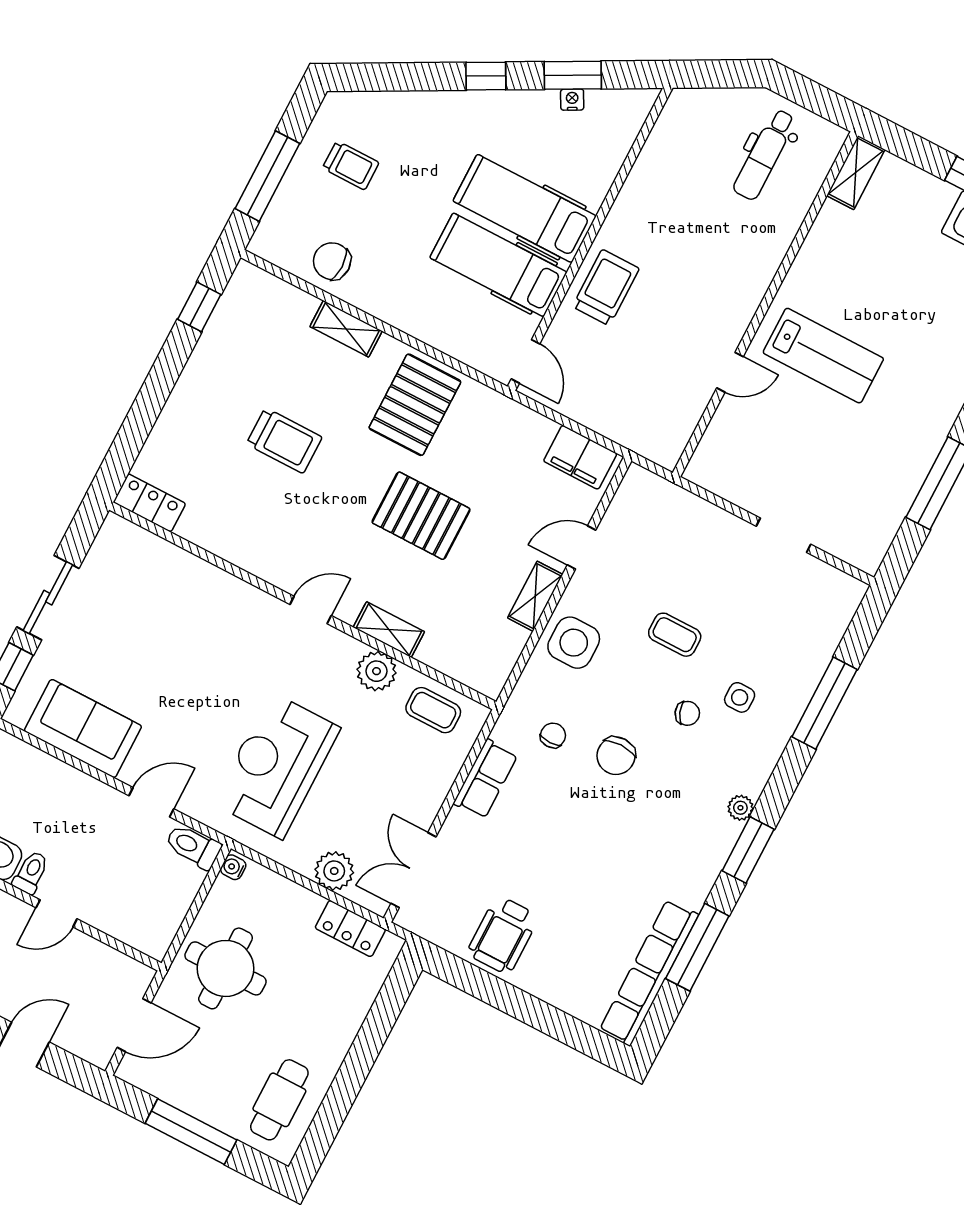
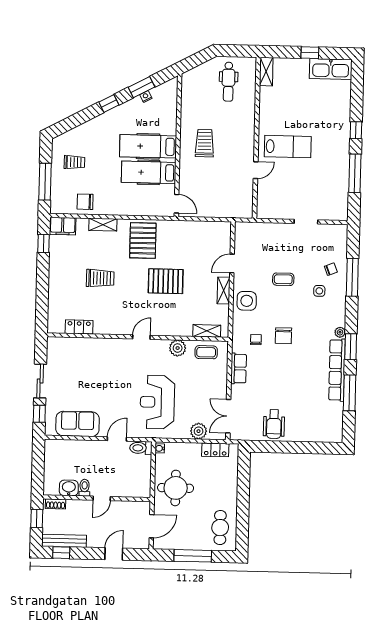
trolley: (606, 288) -> (205, 143), moved
filing cabinet: (580, 457) -> (63, 226), moved
locker: (149, 503) -> (79, 327), moved
shelving: (389, 630) -> (207, 331), moved
chair: (687, 713) -> (331, 269), moved
row of seats: (649, 972) -> (337, 370), moved

